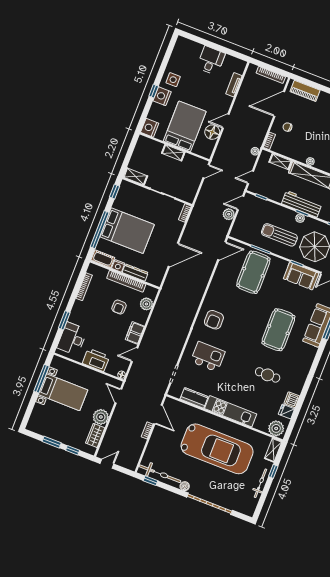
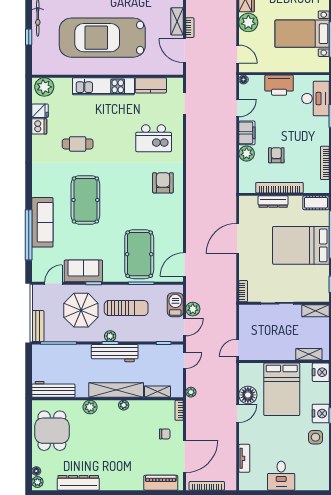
shelving: (173, 153) -> (309, 354), moved
barbecue: (241, 223) -> (175, 305), added
nightstand: (118, 266) -> (295, 202), removed
plant: (146, 304) -> (247, 154), moved
shelving: (273, 450) -> (177, 21), moved

